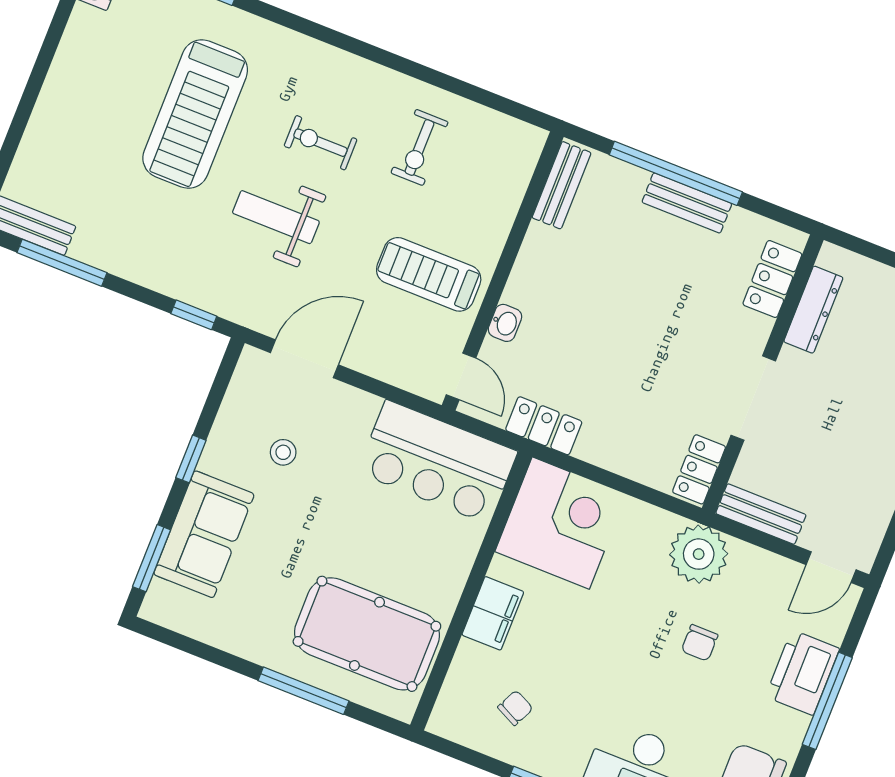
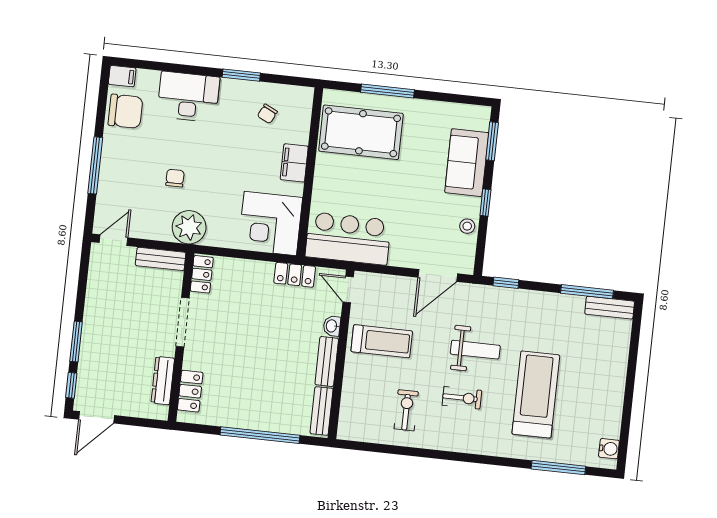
bench: (687, 203) -> (327, 361), moved, turned 90
stool: (283, 452) -> (467, 226), moved
printer: (802, 673) -> (113, 177), removed

